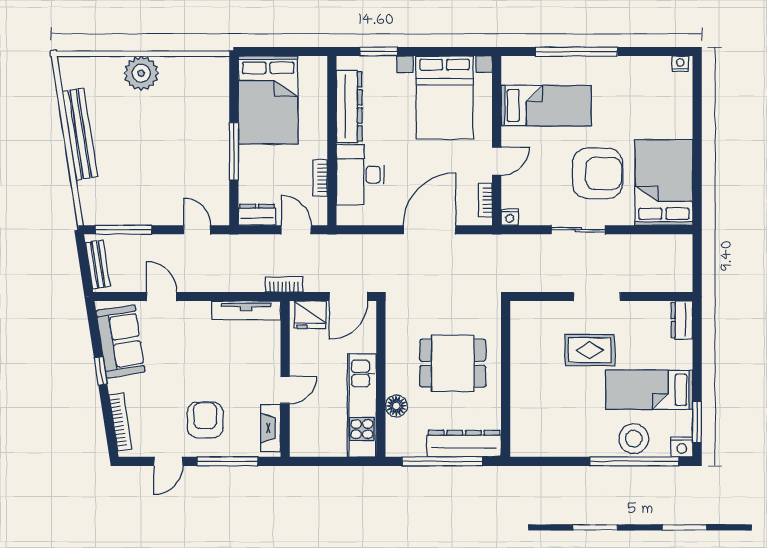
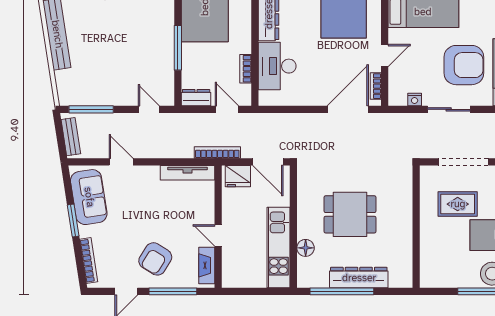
nightstand: (510, 217) -> (415, 99), moved
door: (430, 230) -> (348, 109), moved
bookcase: (284, 285) -> (217, 153), width x1.56
door: (348, 297) -> (268, 162), hinge flipped
doorway: (597, 297) -> (463, 162), width x1.36
window: (101, 371) -> (73, 220), width x1.50
wall: (506, 379) -> (416, 227), moved
door: (285, 390) -> (218, 235), swing flipped
armchair: (205, 420) -> (155, 259), turned -148

